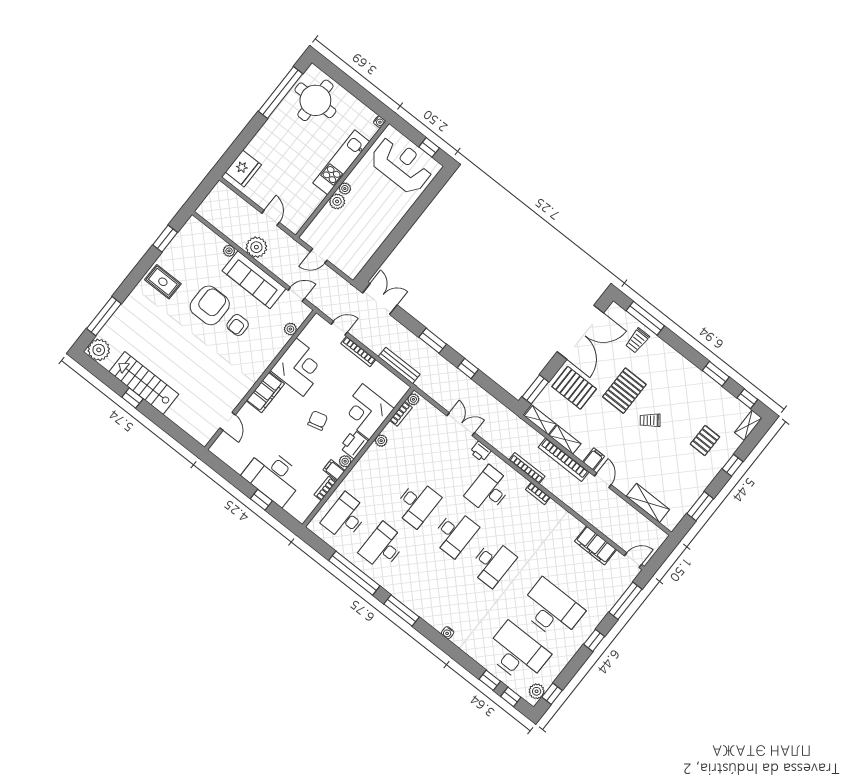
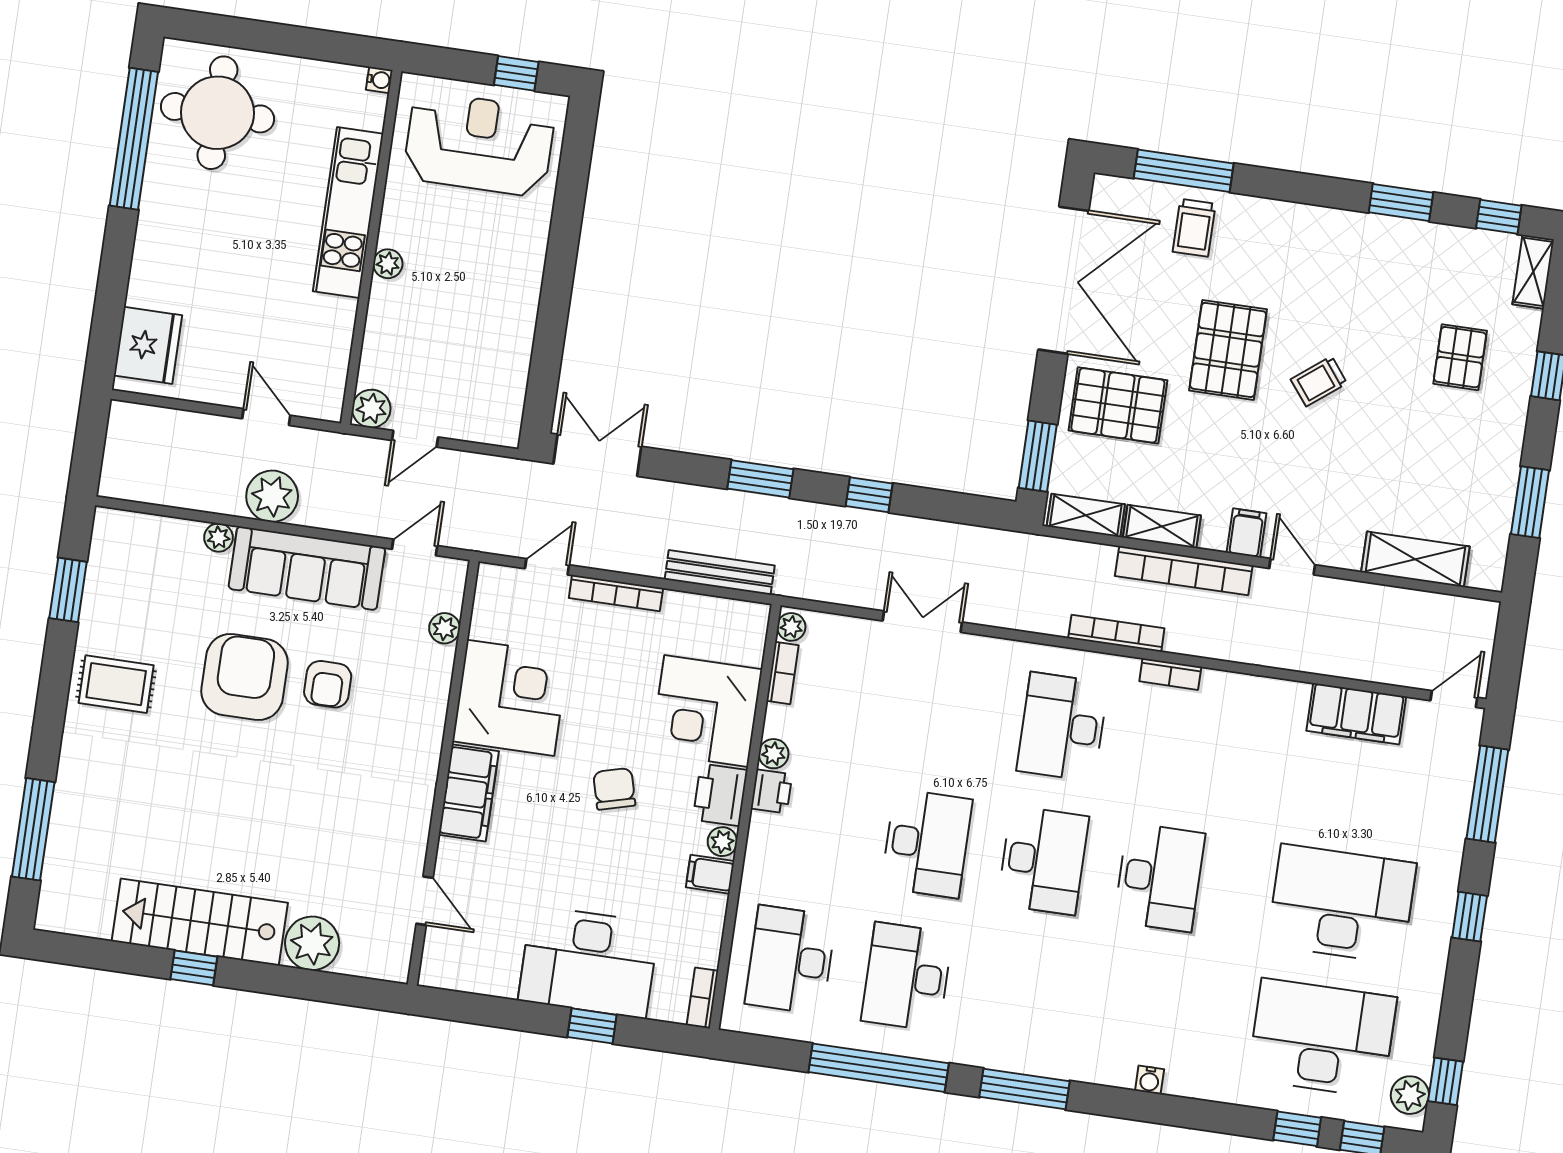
plant: (337, 201) -> (371, 409), moved
plant: (99, 350) -> (312, 943), moved
printer: (480, 451) -> (771, 791), moved, turned -90
bookcase: (325, 488) -> (702, 998), moved

